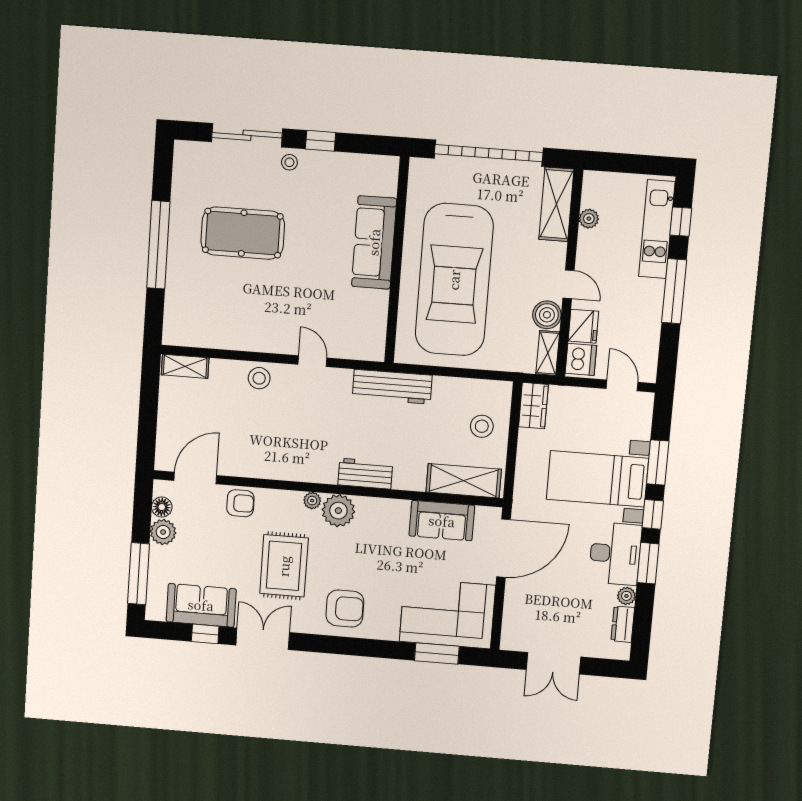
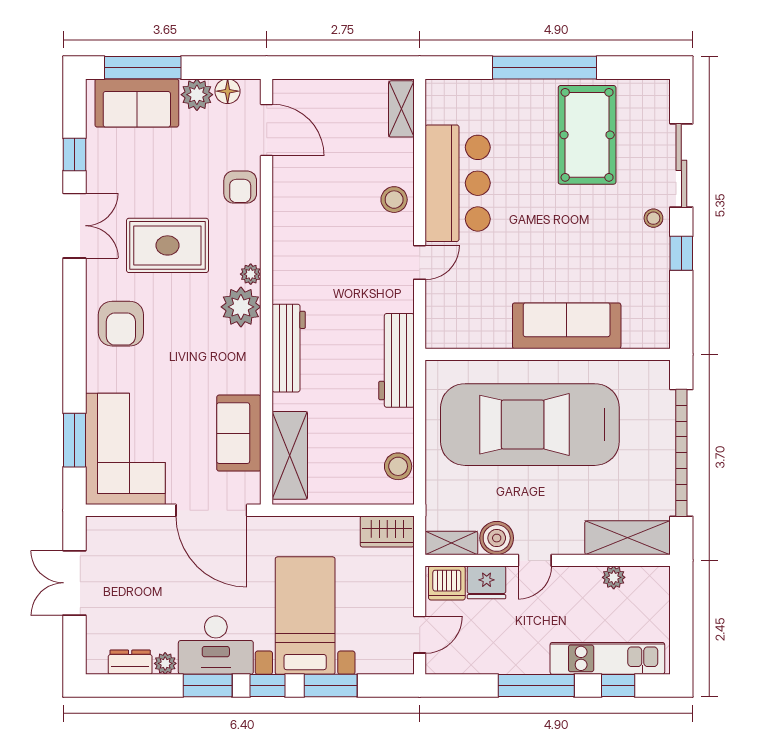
pool table: (243, 233) -> (587, 135), moved
bar counter: (249, 325) -> (458, 183), added
stool: (482, 426) -> (398, 466), moved
workbench: (365, 474) -> (289, 348), width x1.38
sofa: (201, 605) -> (137, 103), moved, turned 90

